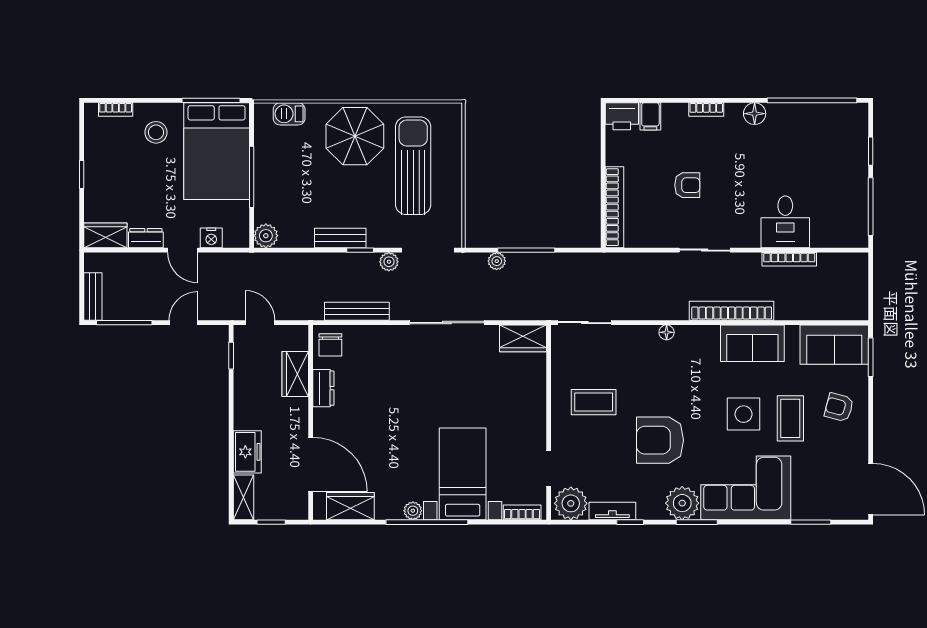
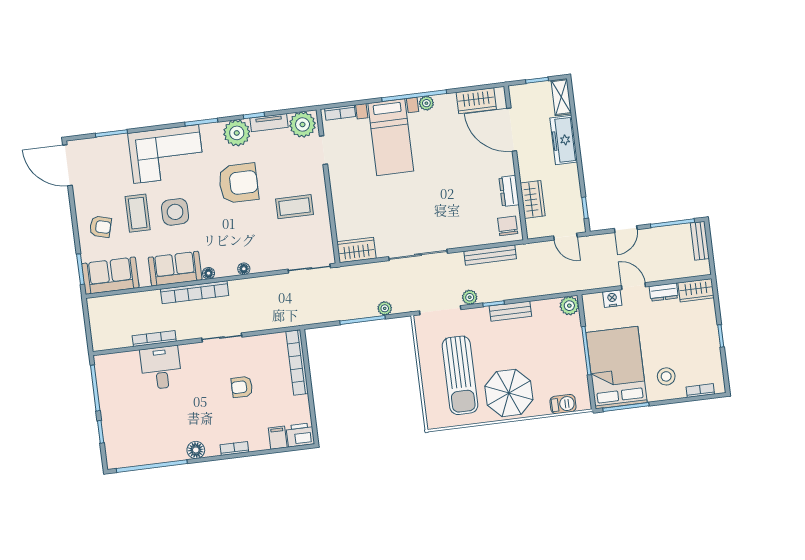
floor lamp: (711, 332) -> (209, 273), added
freezer: (247, 452) -> (564, 140), width x1.40
plant: (682, 503) -> (237, 133), moved

